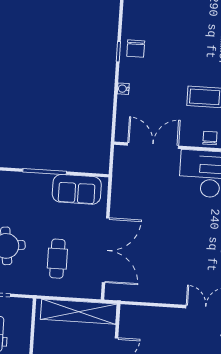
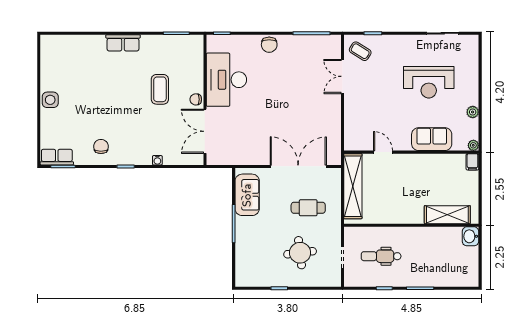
chair: (136, 49) -> (101, 147), moved, turned -90
chair: (210, 138) -> (196, 99), moved

